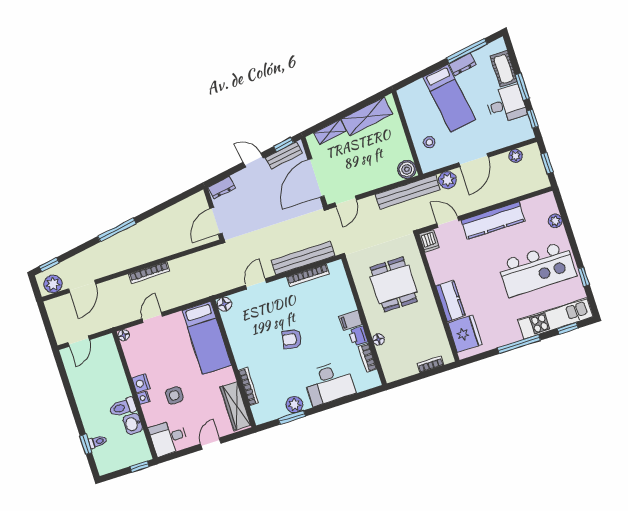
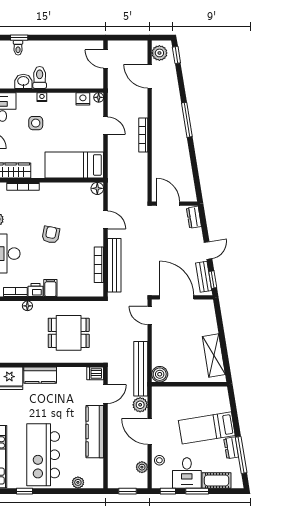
shelving: (330, 132) -> (211, 321), removed
stool: (429, 142) -> (159, 460), moved
nightstand: (141, 383) -> (83, 99), moved

